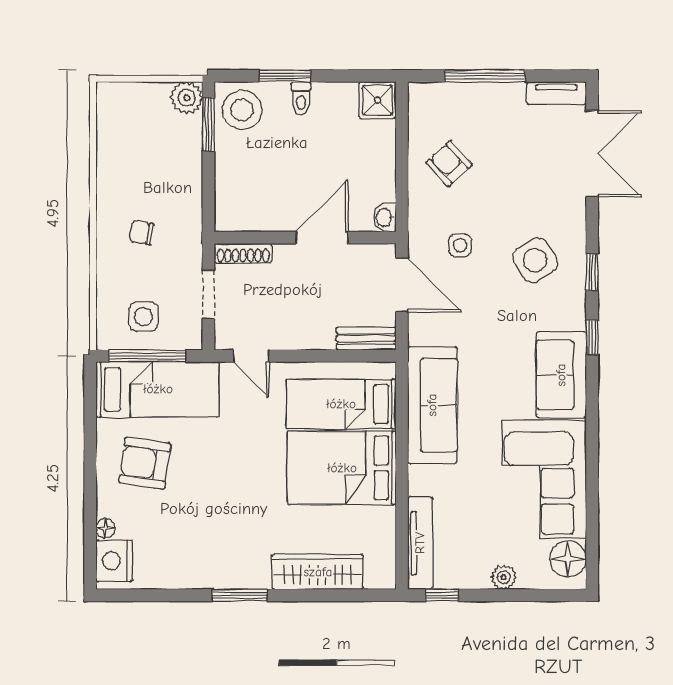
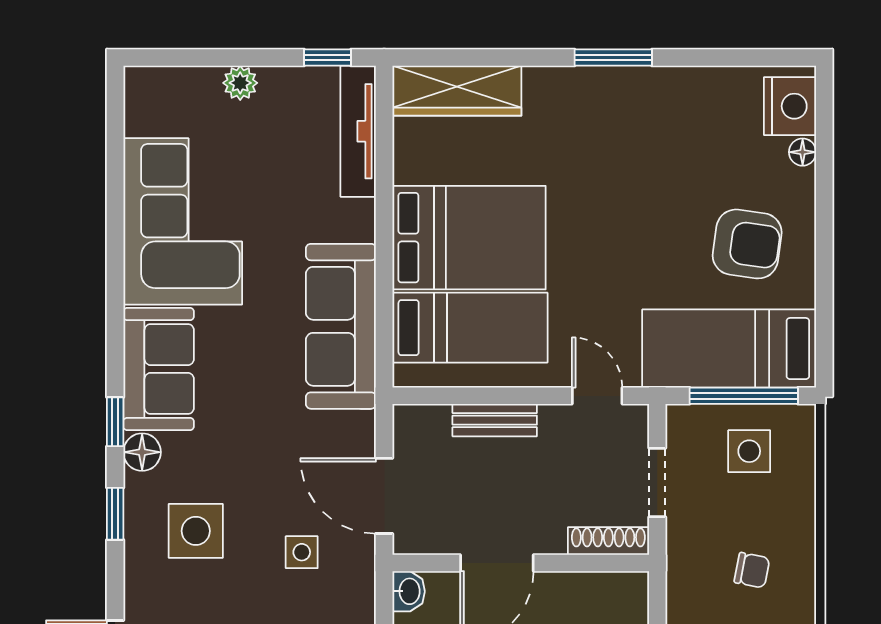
side table: (535, 260) -> (196, 531), turned 33
bench: (366, 339) -> (495, 420), moved
floor lamp: (568, 559) -> (142, 452), moved, width x0.73, depth x0.73
wardrobe: (318, 572) -> (457, 91), moved

